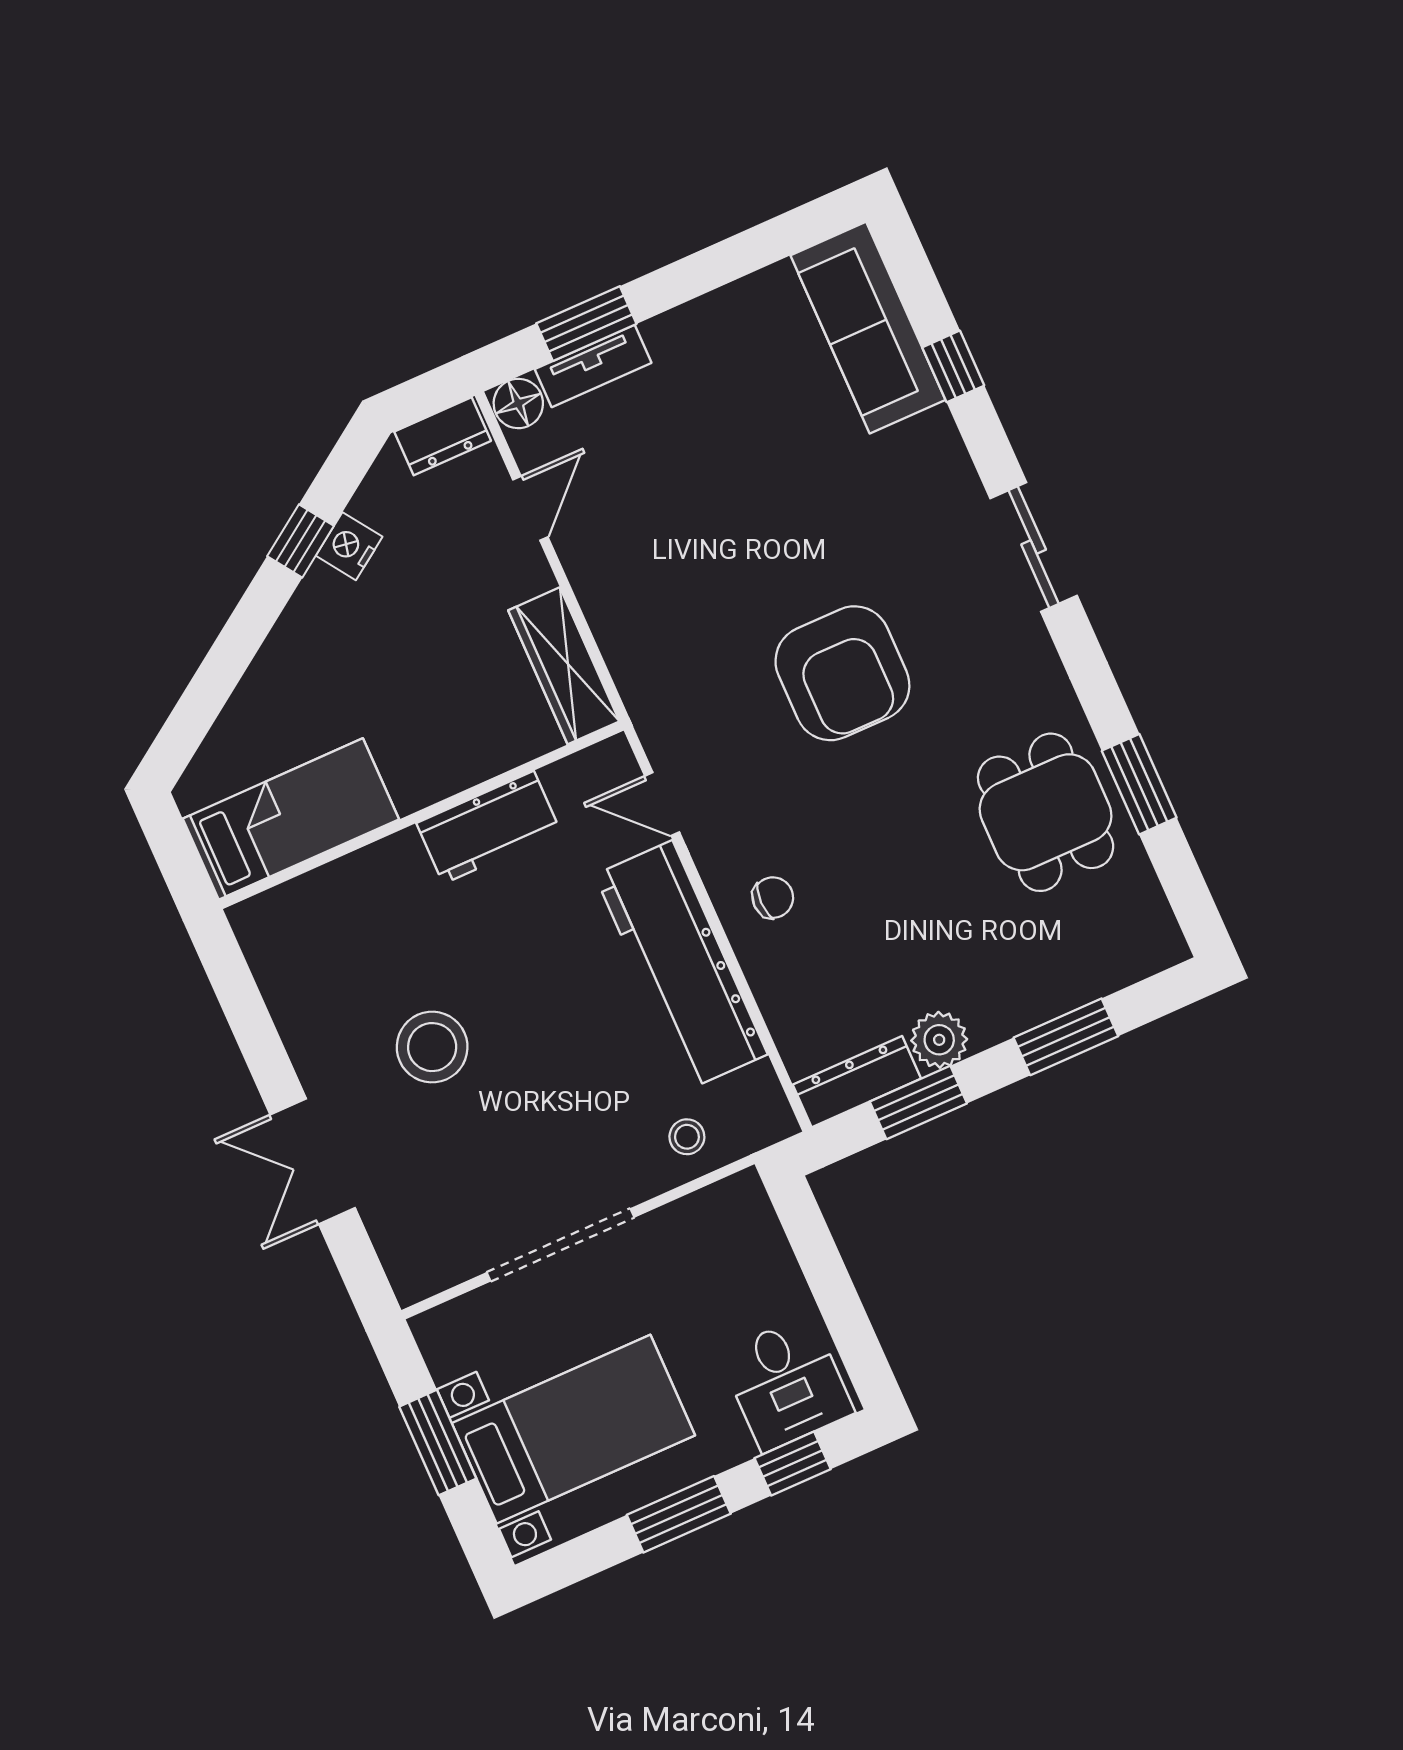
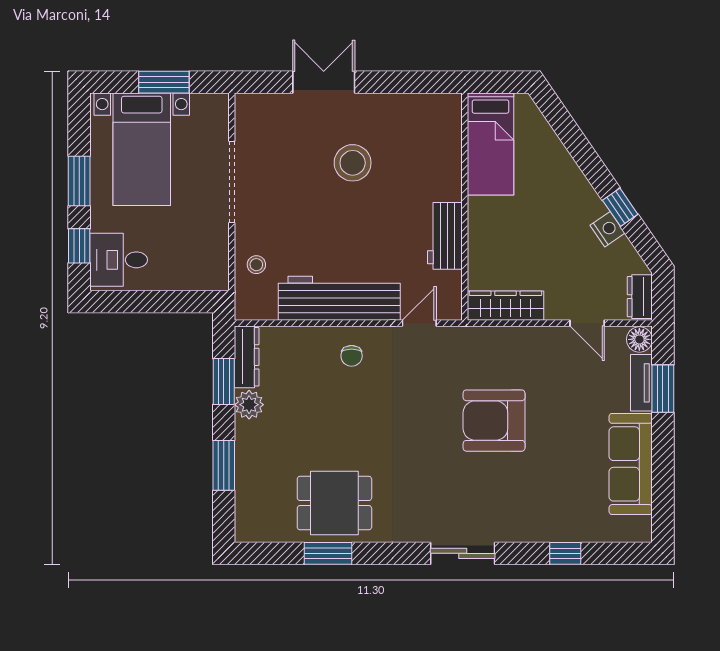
sofa: (868, 328) -> (631, 464), moved, turned -90
armchair: (842, 673) -> (494, 421), moved

